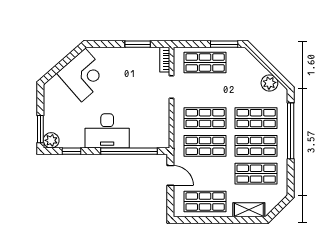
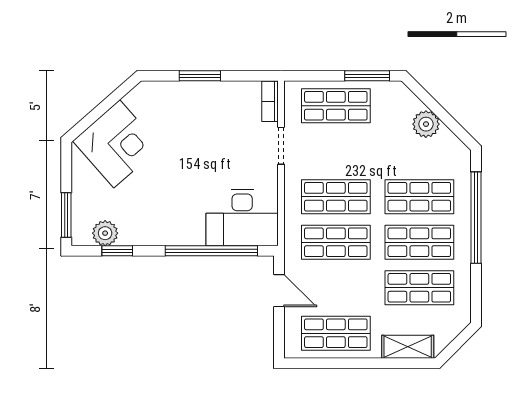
window: (138, 44) -> (200, 76), moved
corner desk: (83, 75) -> (117, 144), moved
plant: (269, 83) -> (426, 124), moved
desk: (107, 131) -> (242, 218), moved
plant: (51, 140) -> (105, 233), moved

